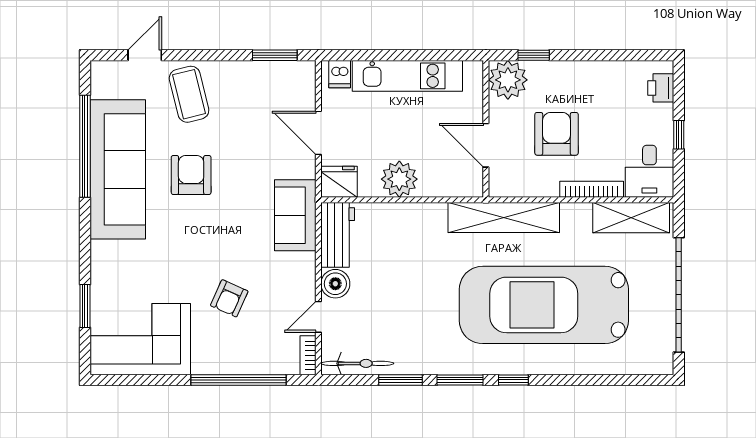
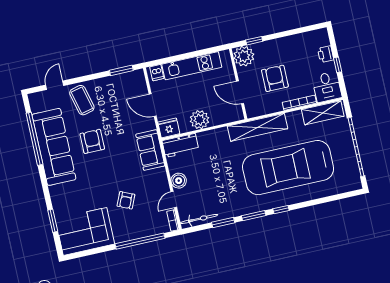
printer: (661, 88) -> (326, 54), moved
workbench: (338, 235) -> (180, 145), moved, turned 90

